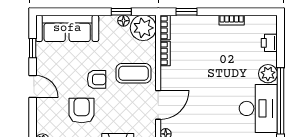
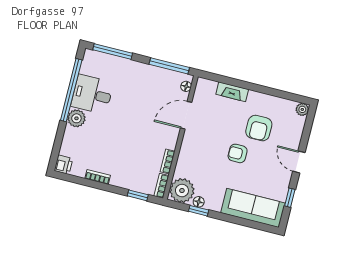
printer: (269, 43) -> (63, 165), moved
coffee table: (133, 73) -> (202, 150), removed
desk: (258, 108) -> (92, 94), width x0.73

